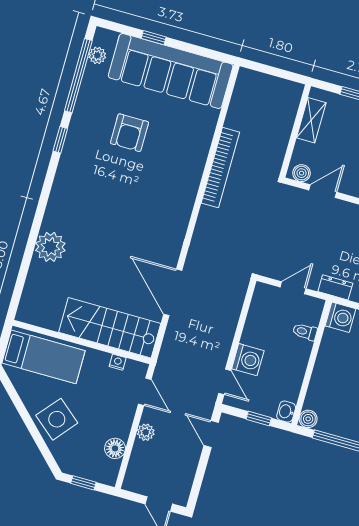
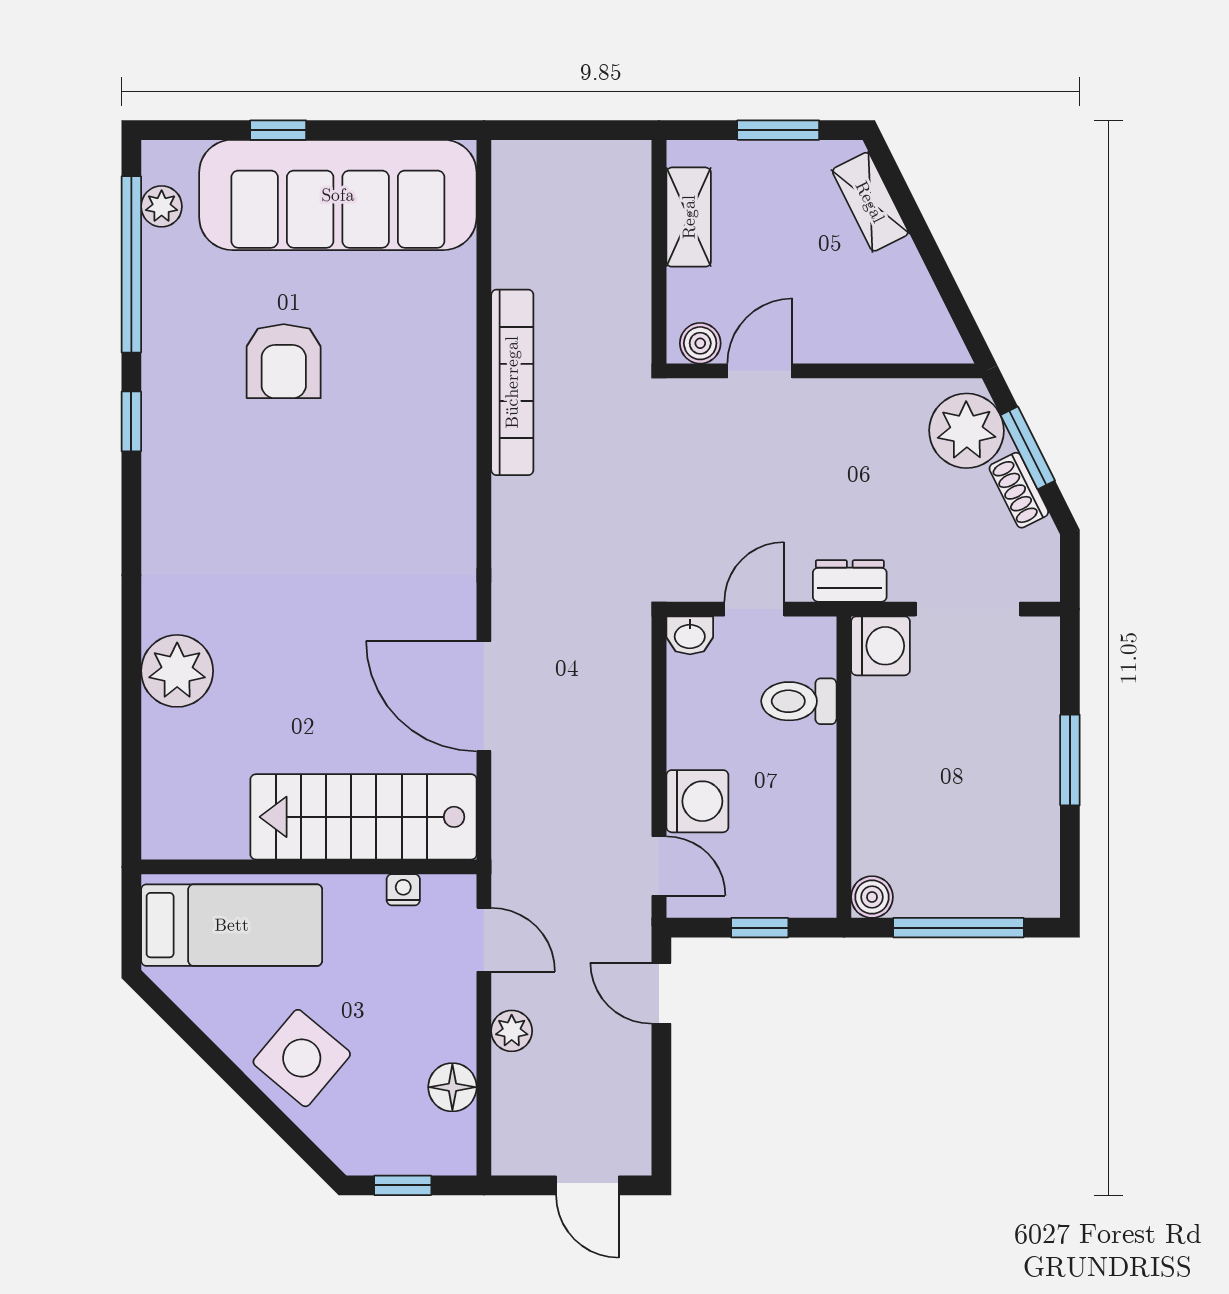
toilet: (305, 332) -> (799, 701), width x1.37, depth x1.39
washbasin: (286, 412) -> (690, 635), moved, turned -90

